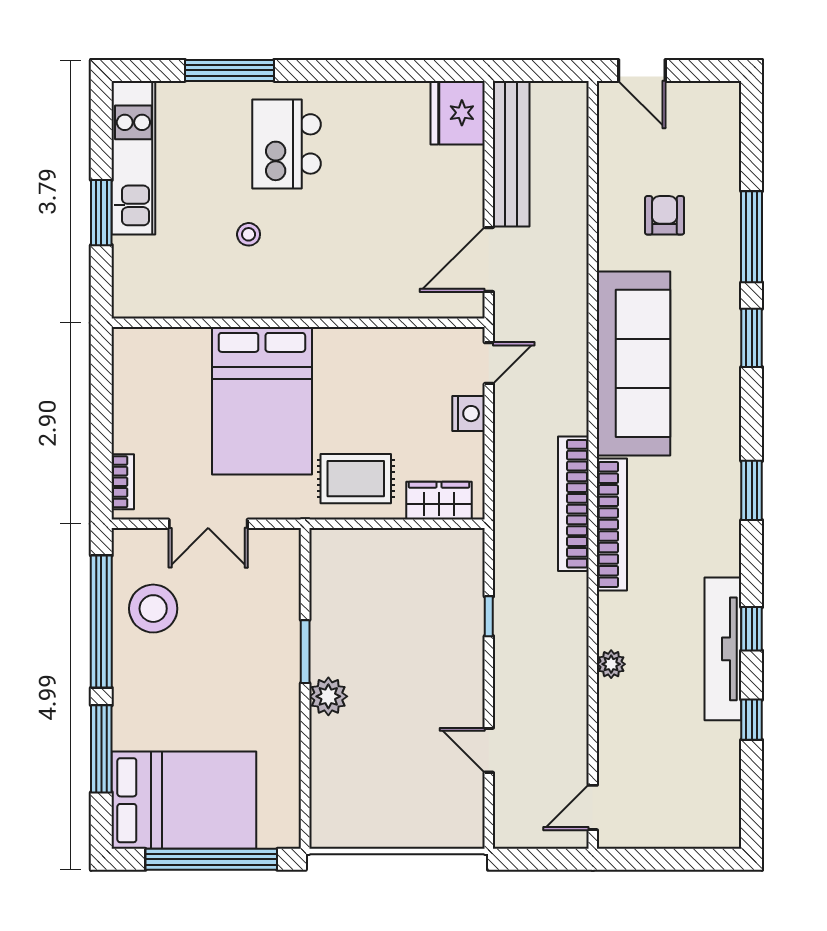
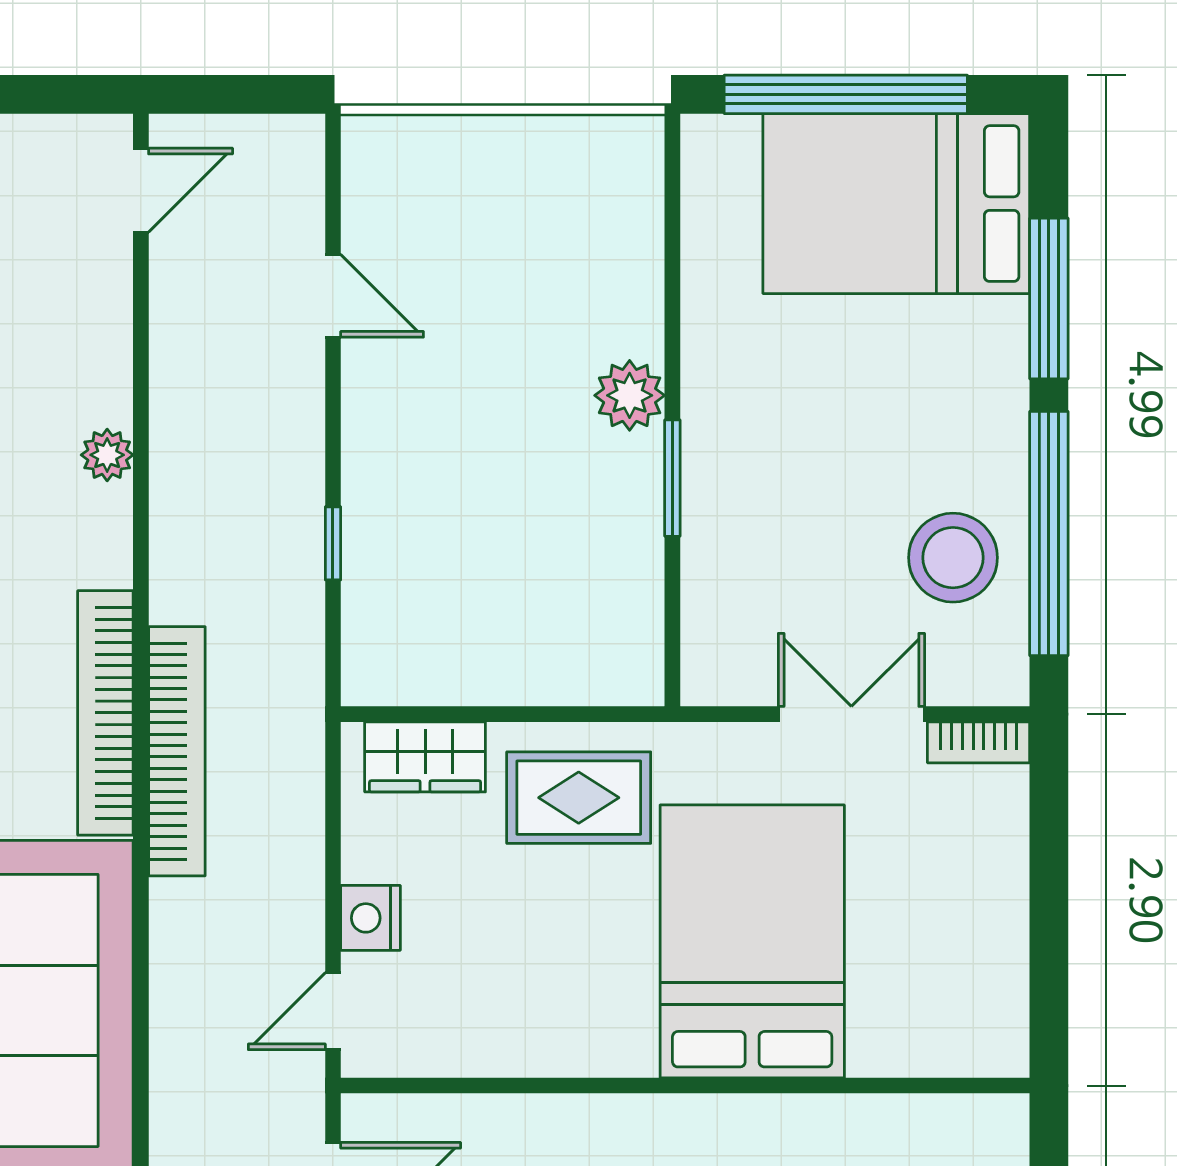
bookcase: (123, 482) -> (979, 742), moved, turned -90

